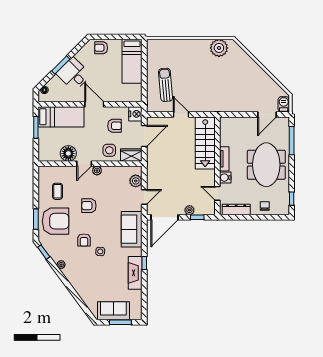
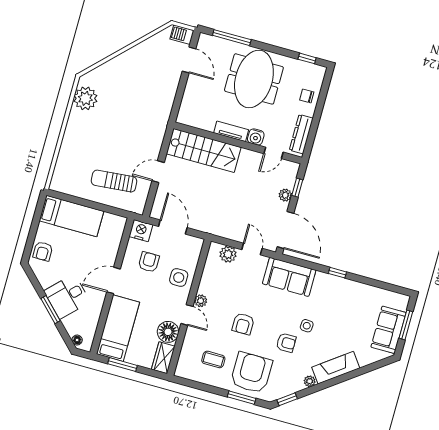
wardrobe: (131, 155) -> (163, 358), moved
meeting table: (266, 165) -> (254, 79), turned 90
fireplace: (135, 273) -> (336, 368), moved, turned 144

